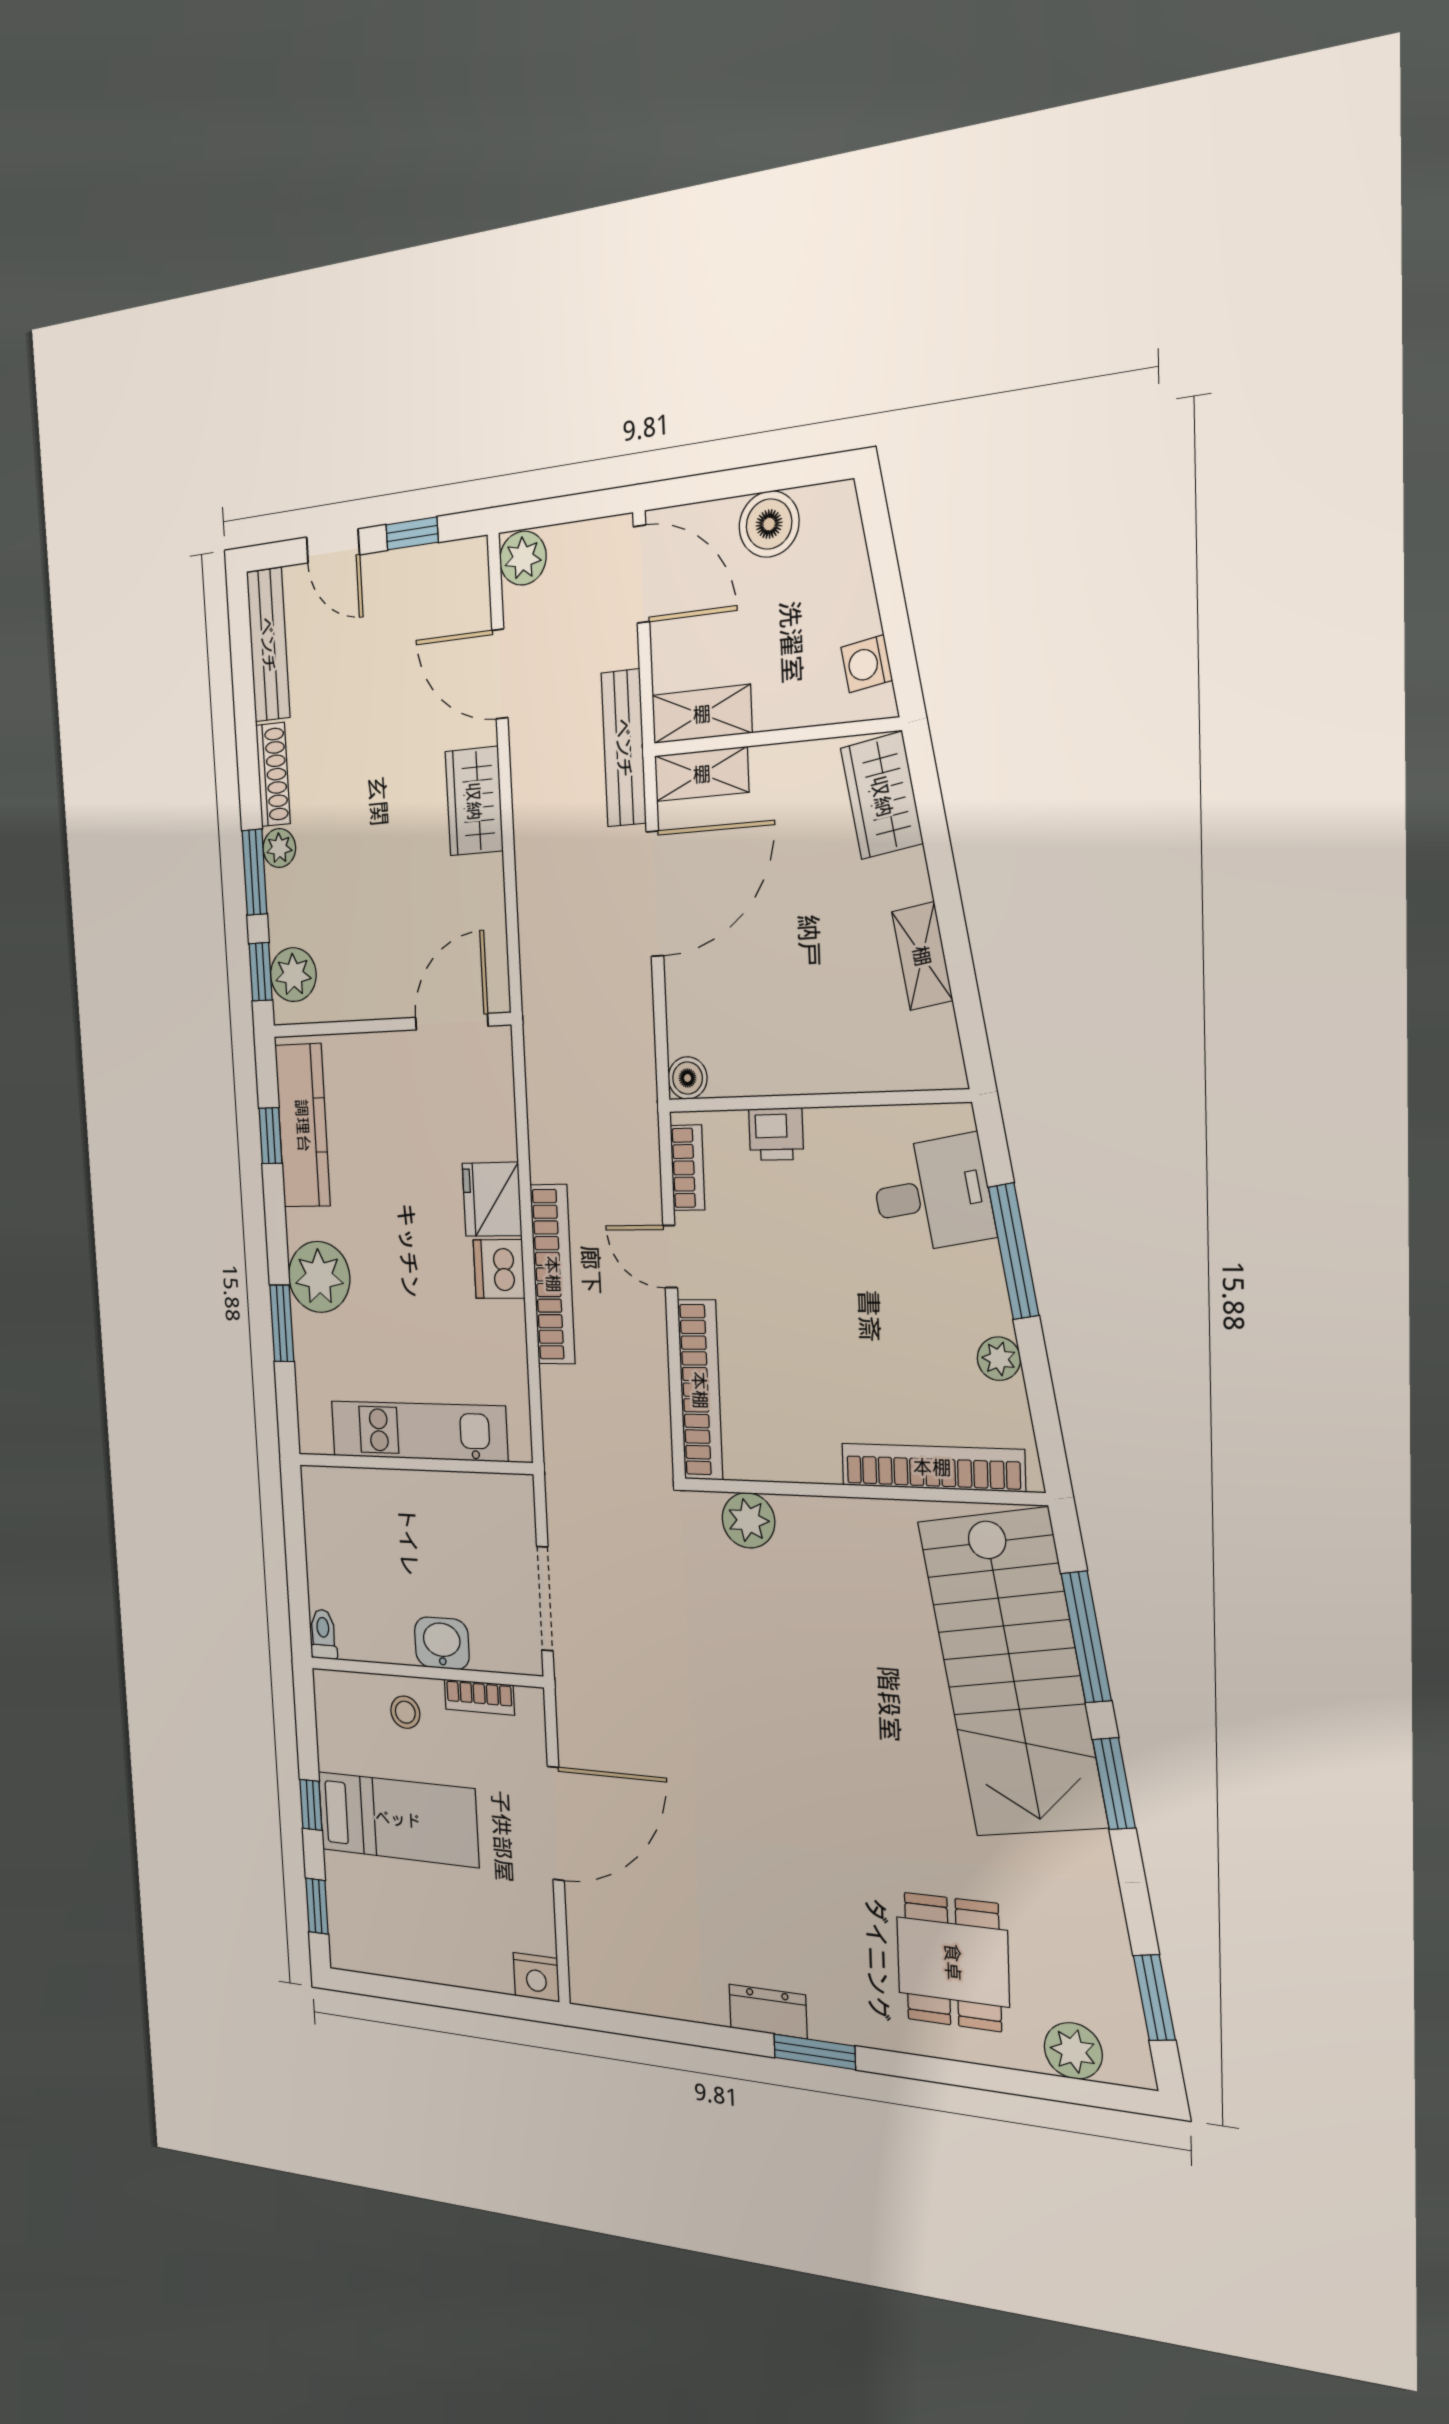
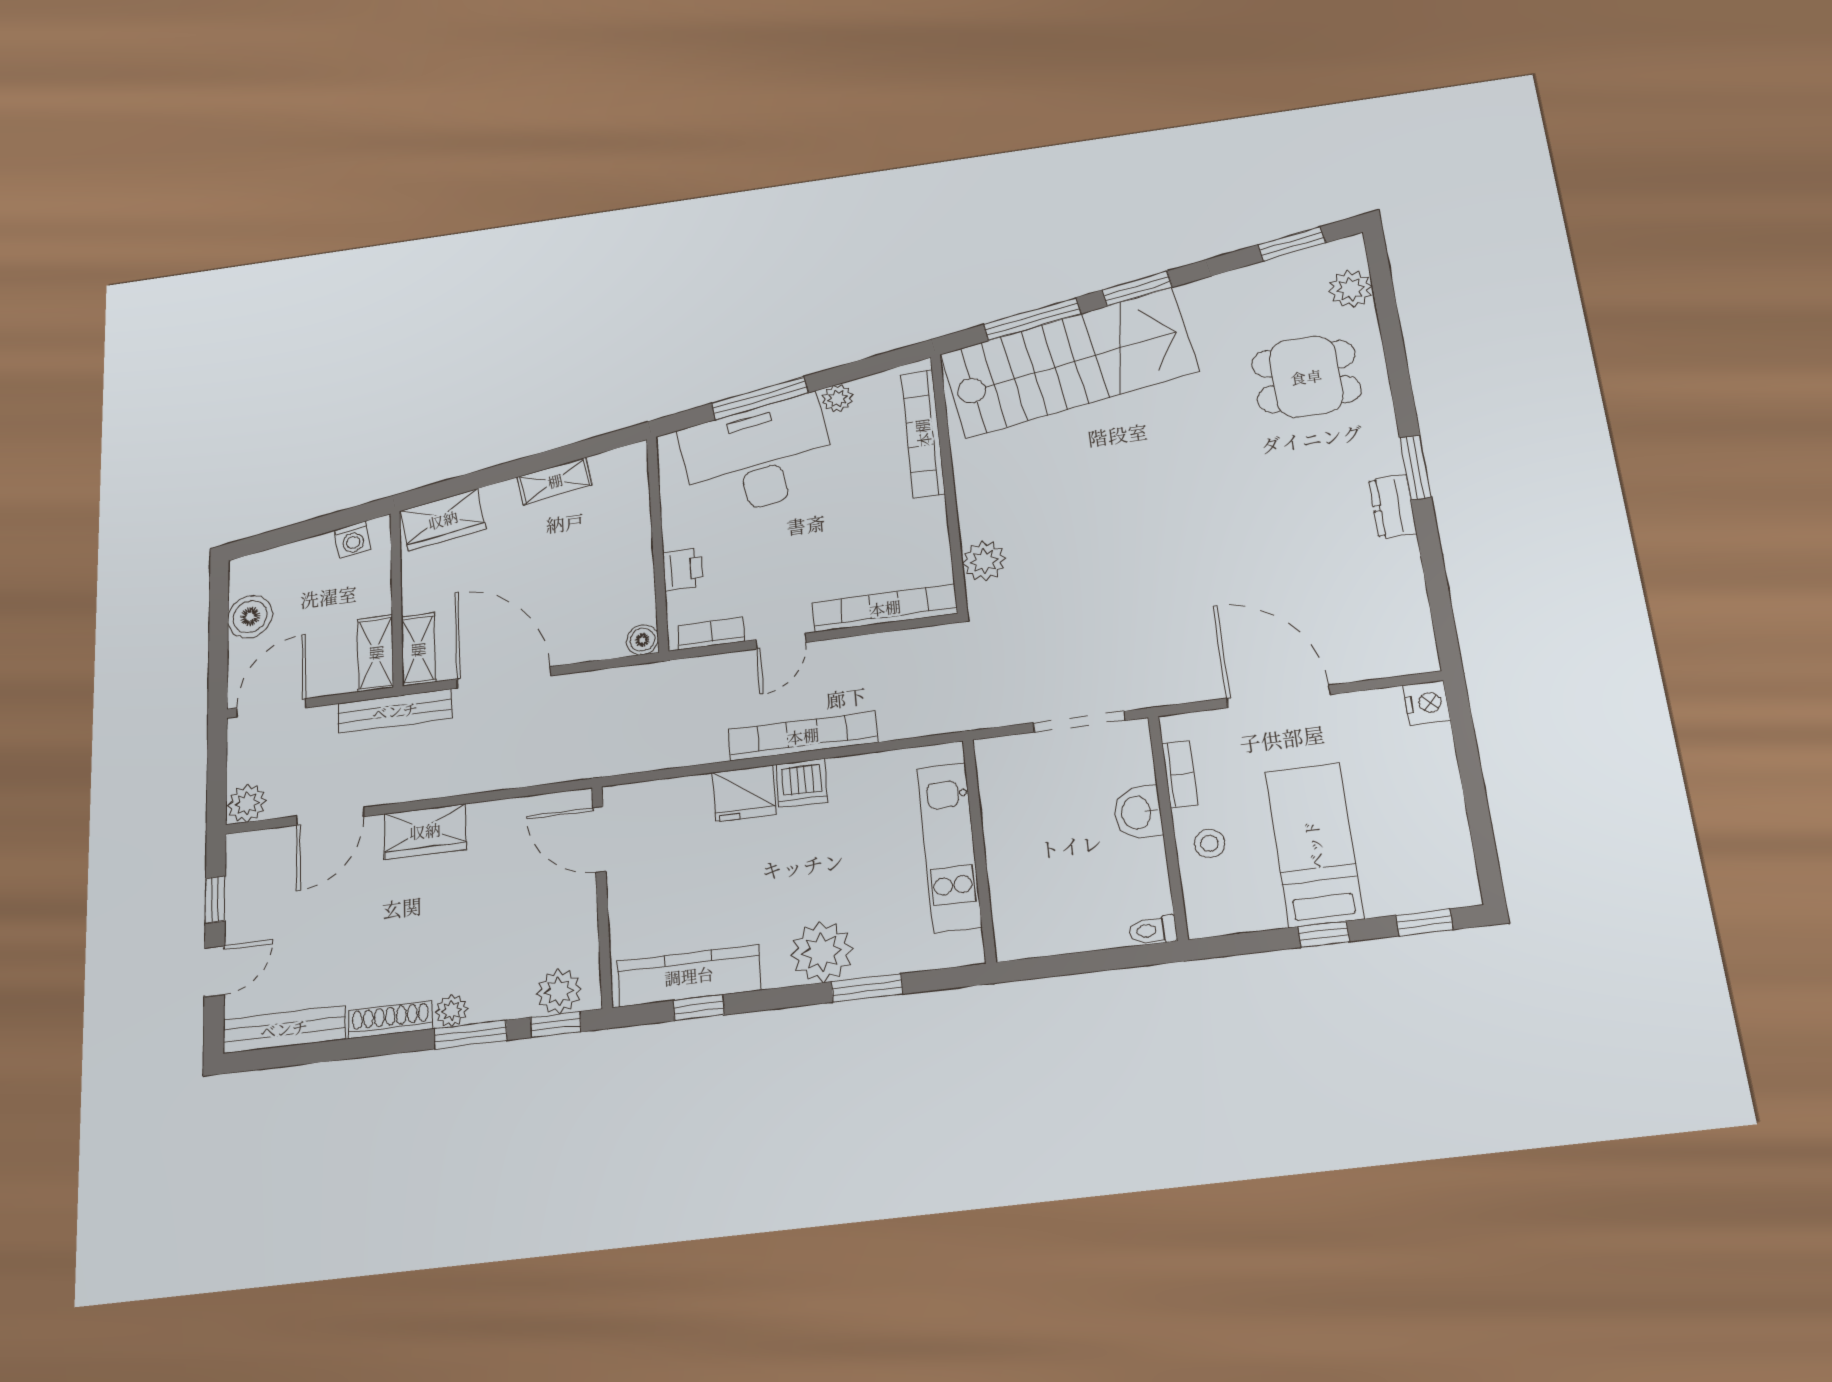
desk: (932, 1194) -> (758, 457), width x1.87, depth x1.30

